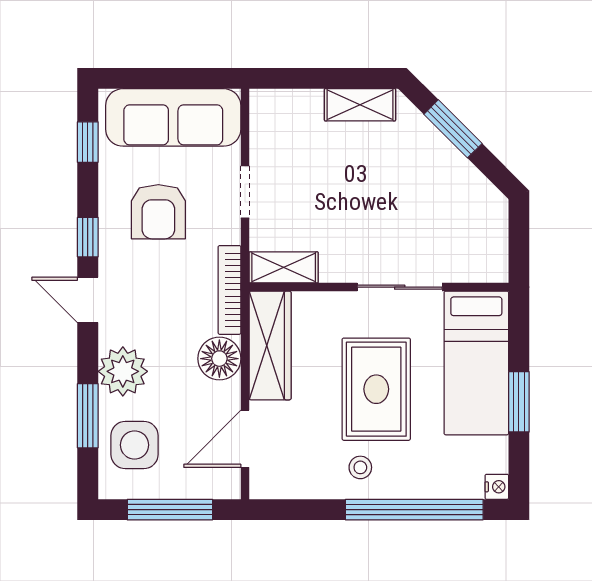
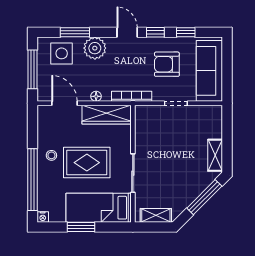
window: (453, 129) -> (204, 197), width x1.44
window: (88, 142) -> (186, 32), moved
shelving: (284, 267) -> (156, 215), moved, turned 90
door: (88, 300) -> (127, 32), hinge flipped
floor lamp: (219, 359) -> (96, 96), width x0.53, depth x0.53

